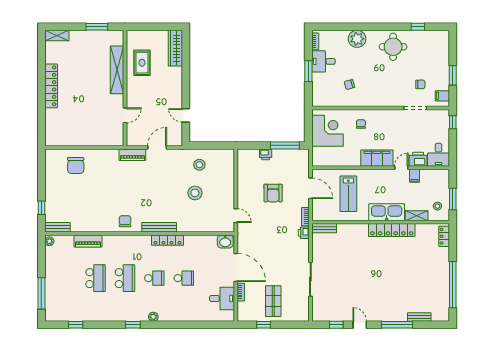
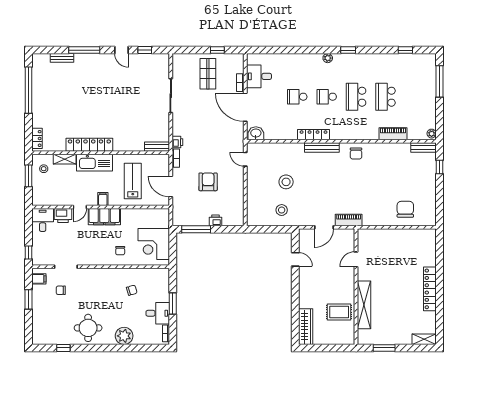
rug: (142, 63) -> (339, 312), turned 90
filing cabinet: (415, 176) -> (103, 199), moved

